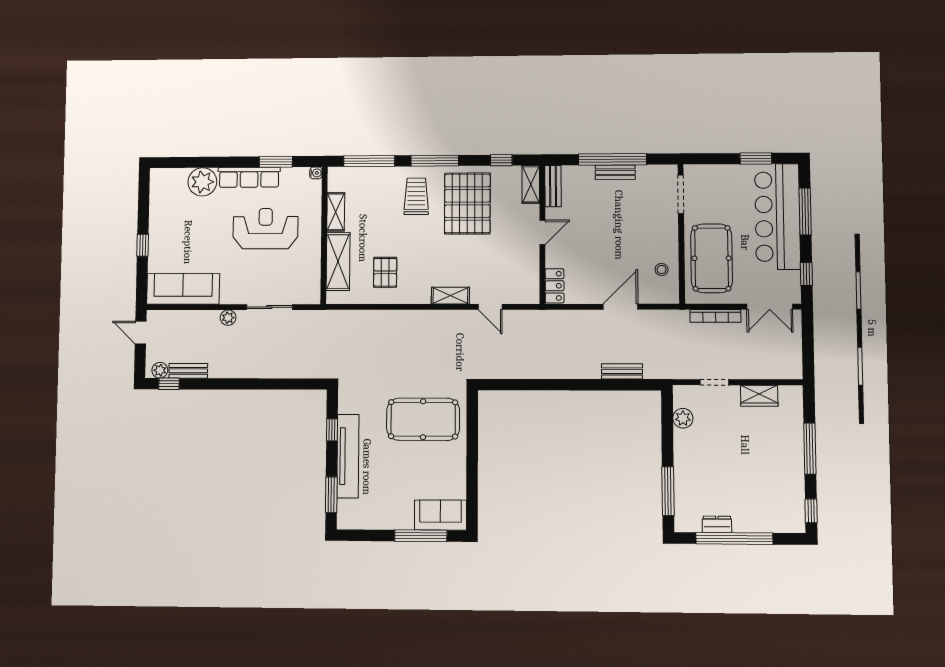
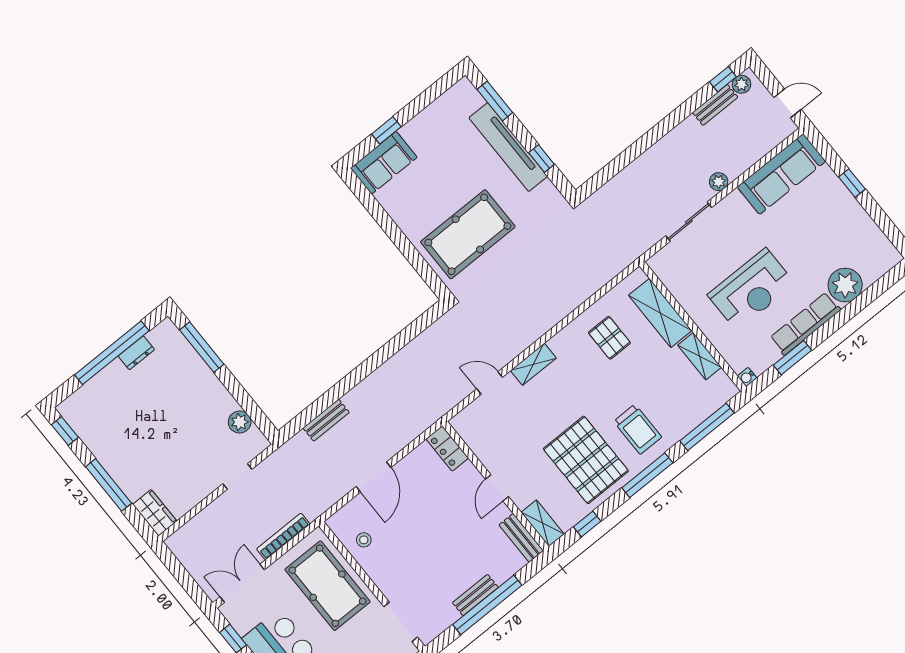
wardrobe: (759, 396) -> (155, 513), moved, turned 90
window: (421, 536) -> (386, 130), width x0.46

